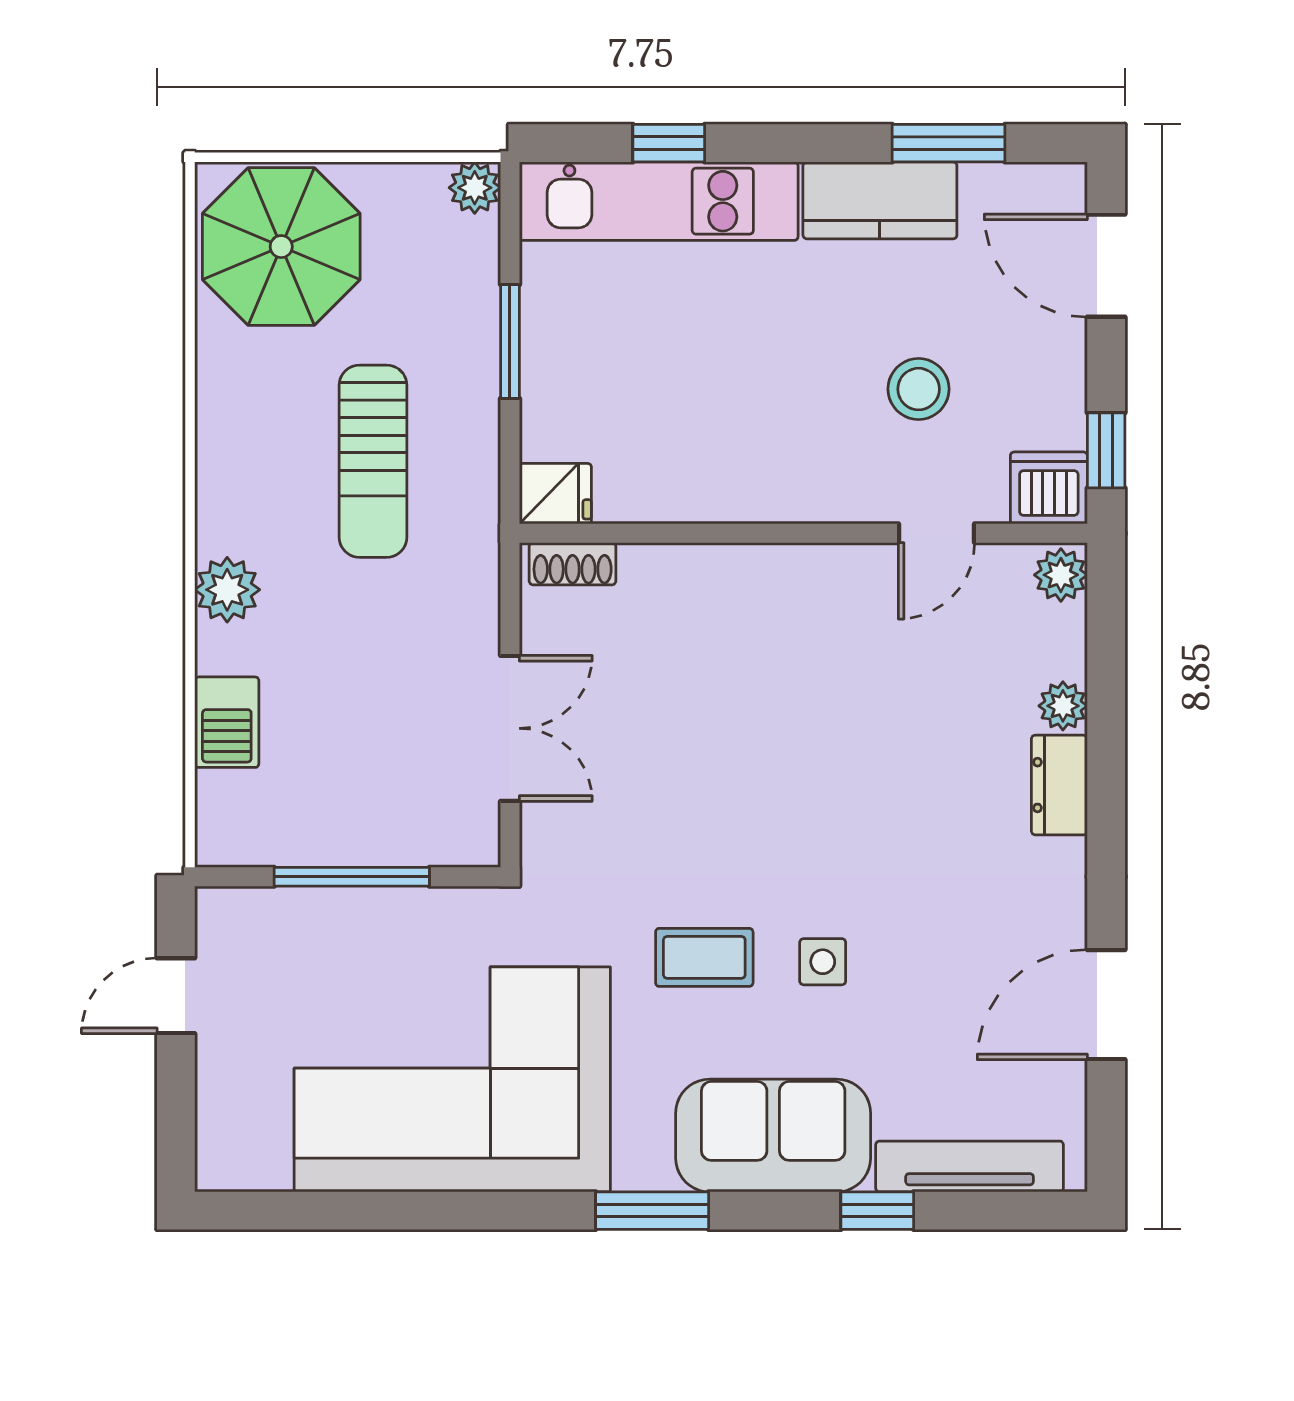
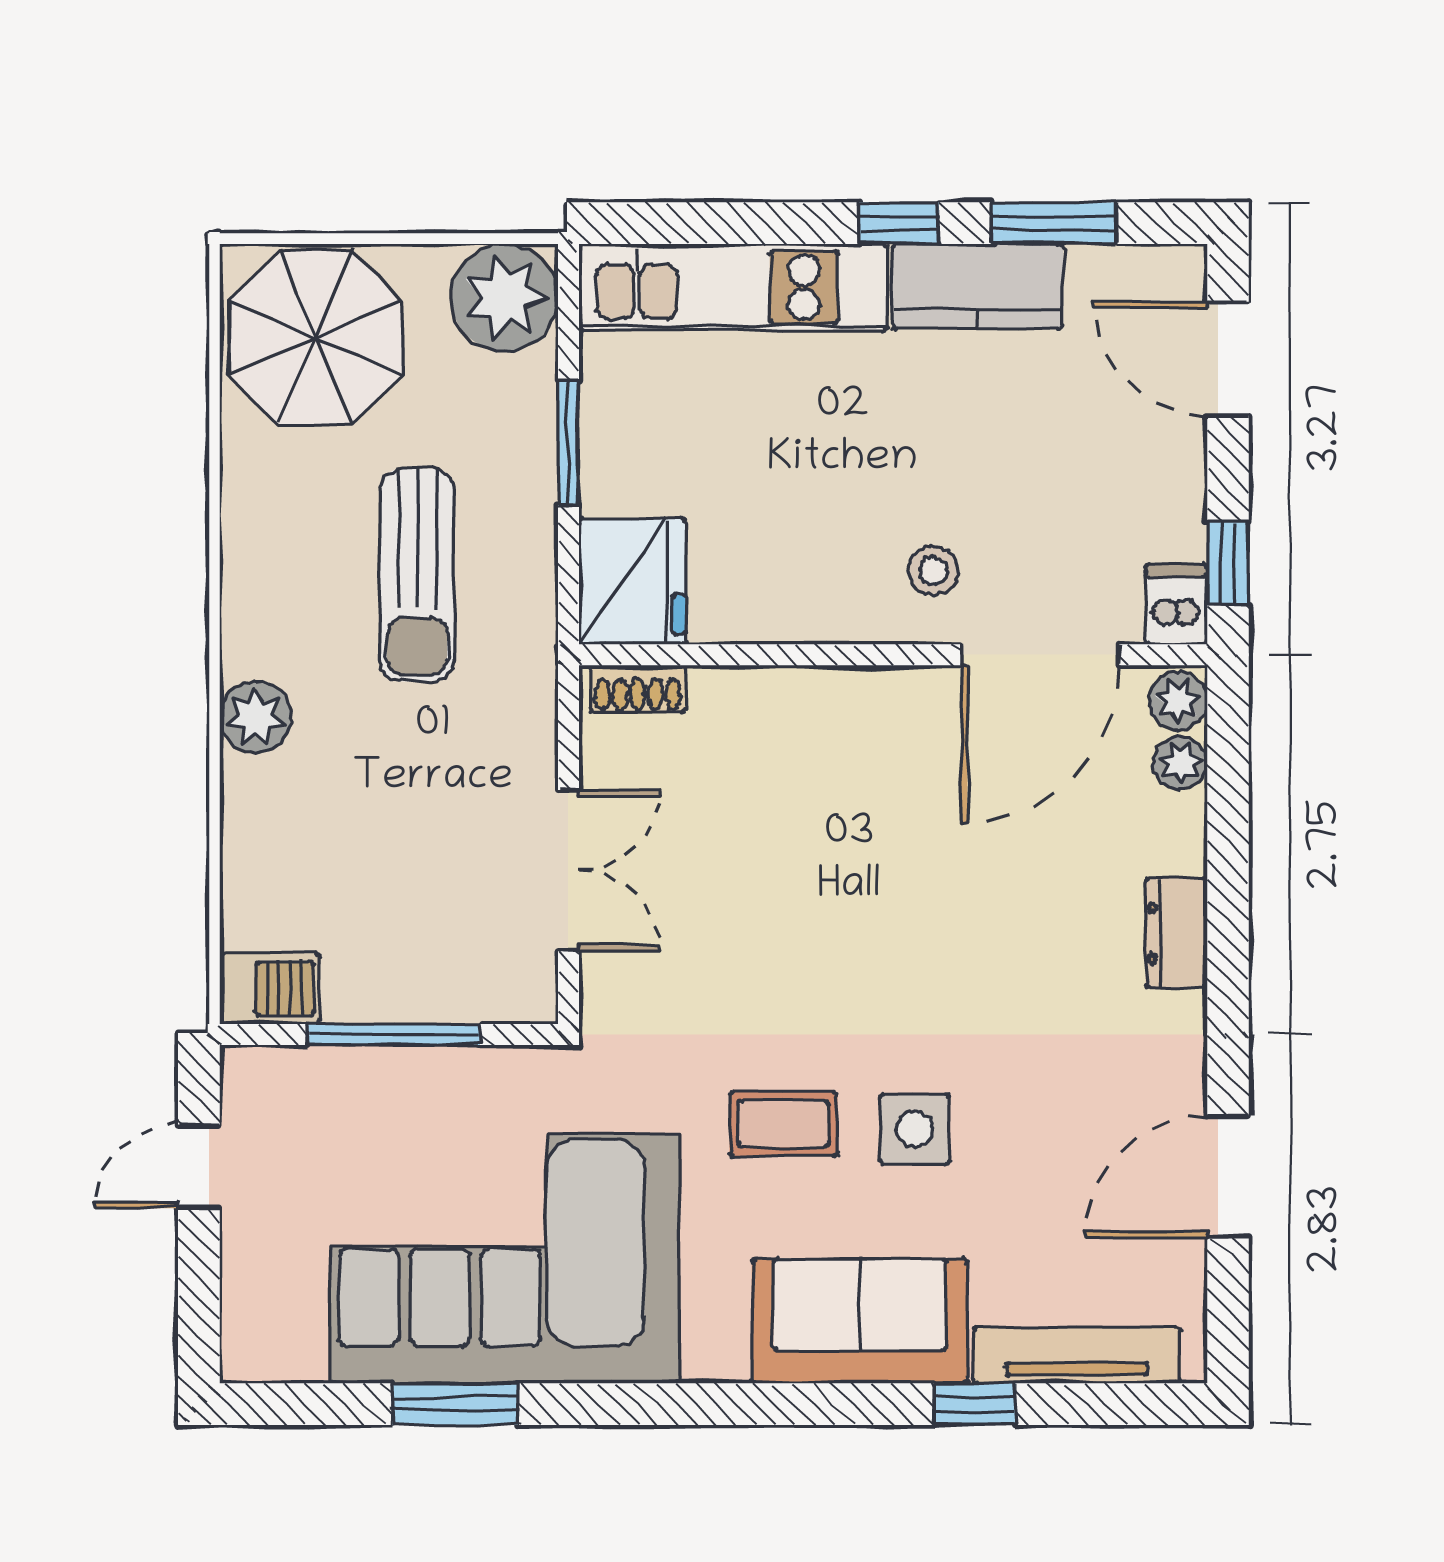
window: (669, 143) -> (899, 223), moved
plant: (475, 188) -> (505, 297), width x1.88, depth x1.88
stool: (919, 389) -> (933, 571), moved, width x0.73, depth x0.73
dishwasher: (1049, 488) -> (1176, 605), width x0.73
fridge: (555, 494) -> (632, 581), width x1.88, depth x1.34
door: (936, 533) -> (1040, 655), width x1.87
plant: (1063, 706) -> (1180, 763), moved
barbecue: (227, 722) -> (270, 989), moved, turned -90
side table: (823, 962) -> (914, 1129), width x1.37, depth x1.37
window: (652, 1211) -> (455, 1404), moved

